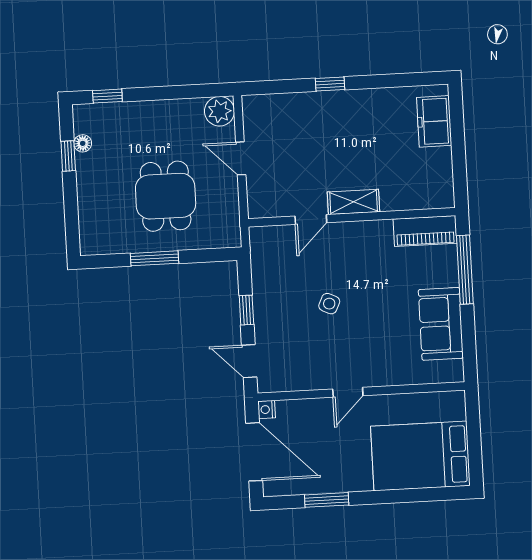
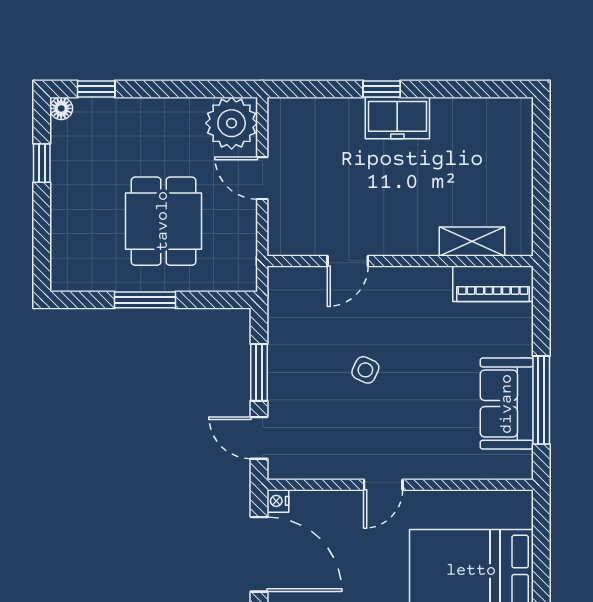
plant: (220, 111) -> (232, 123), width x1.36, depth x1.36
freezer: (434, 121) -> (397, 118), moved, turned -90
floor lamp: (83, 143) -> (61, 108), moved
shelving: (354, 202) -> (472, 241), moved
window: (465, 270) -> (541, 400), moved
window: (246, 310) -> (259, 372), width x1.50

